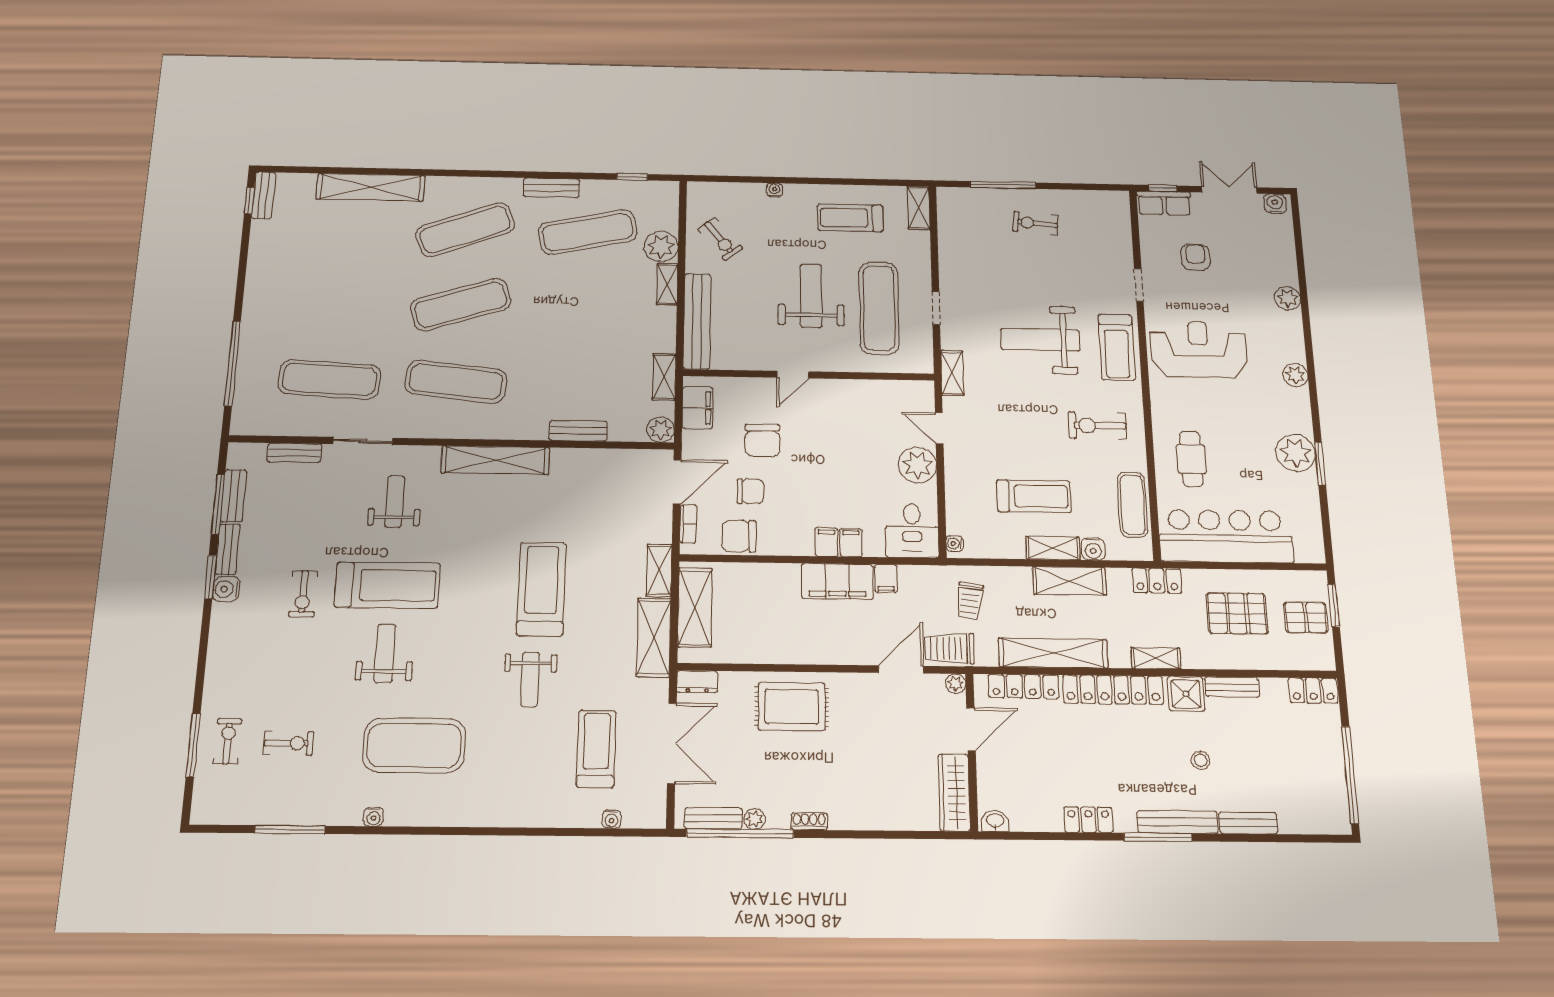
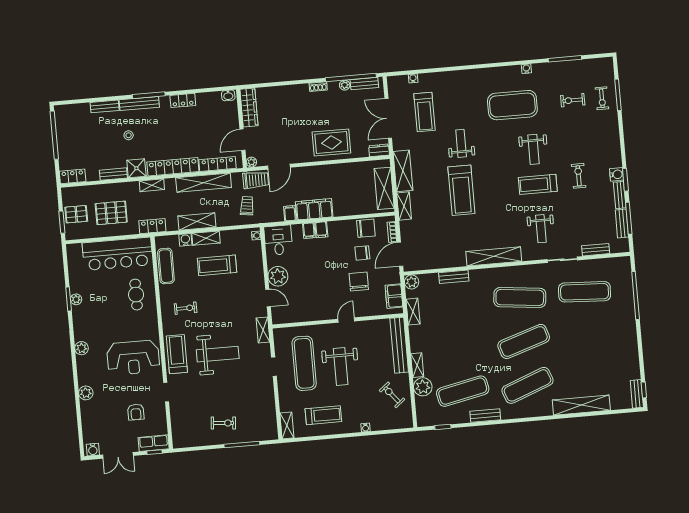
exercise bike: (1097, 426) -> (186, 308), width x0.73, depth x0.72
plant: (1296, 453) -> (76, 299), width x0.53, depth x0.53
treadmill: (387, 585) -> (538, 184), width x0.73, depth x0.73

